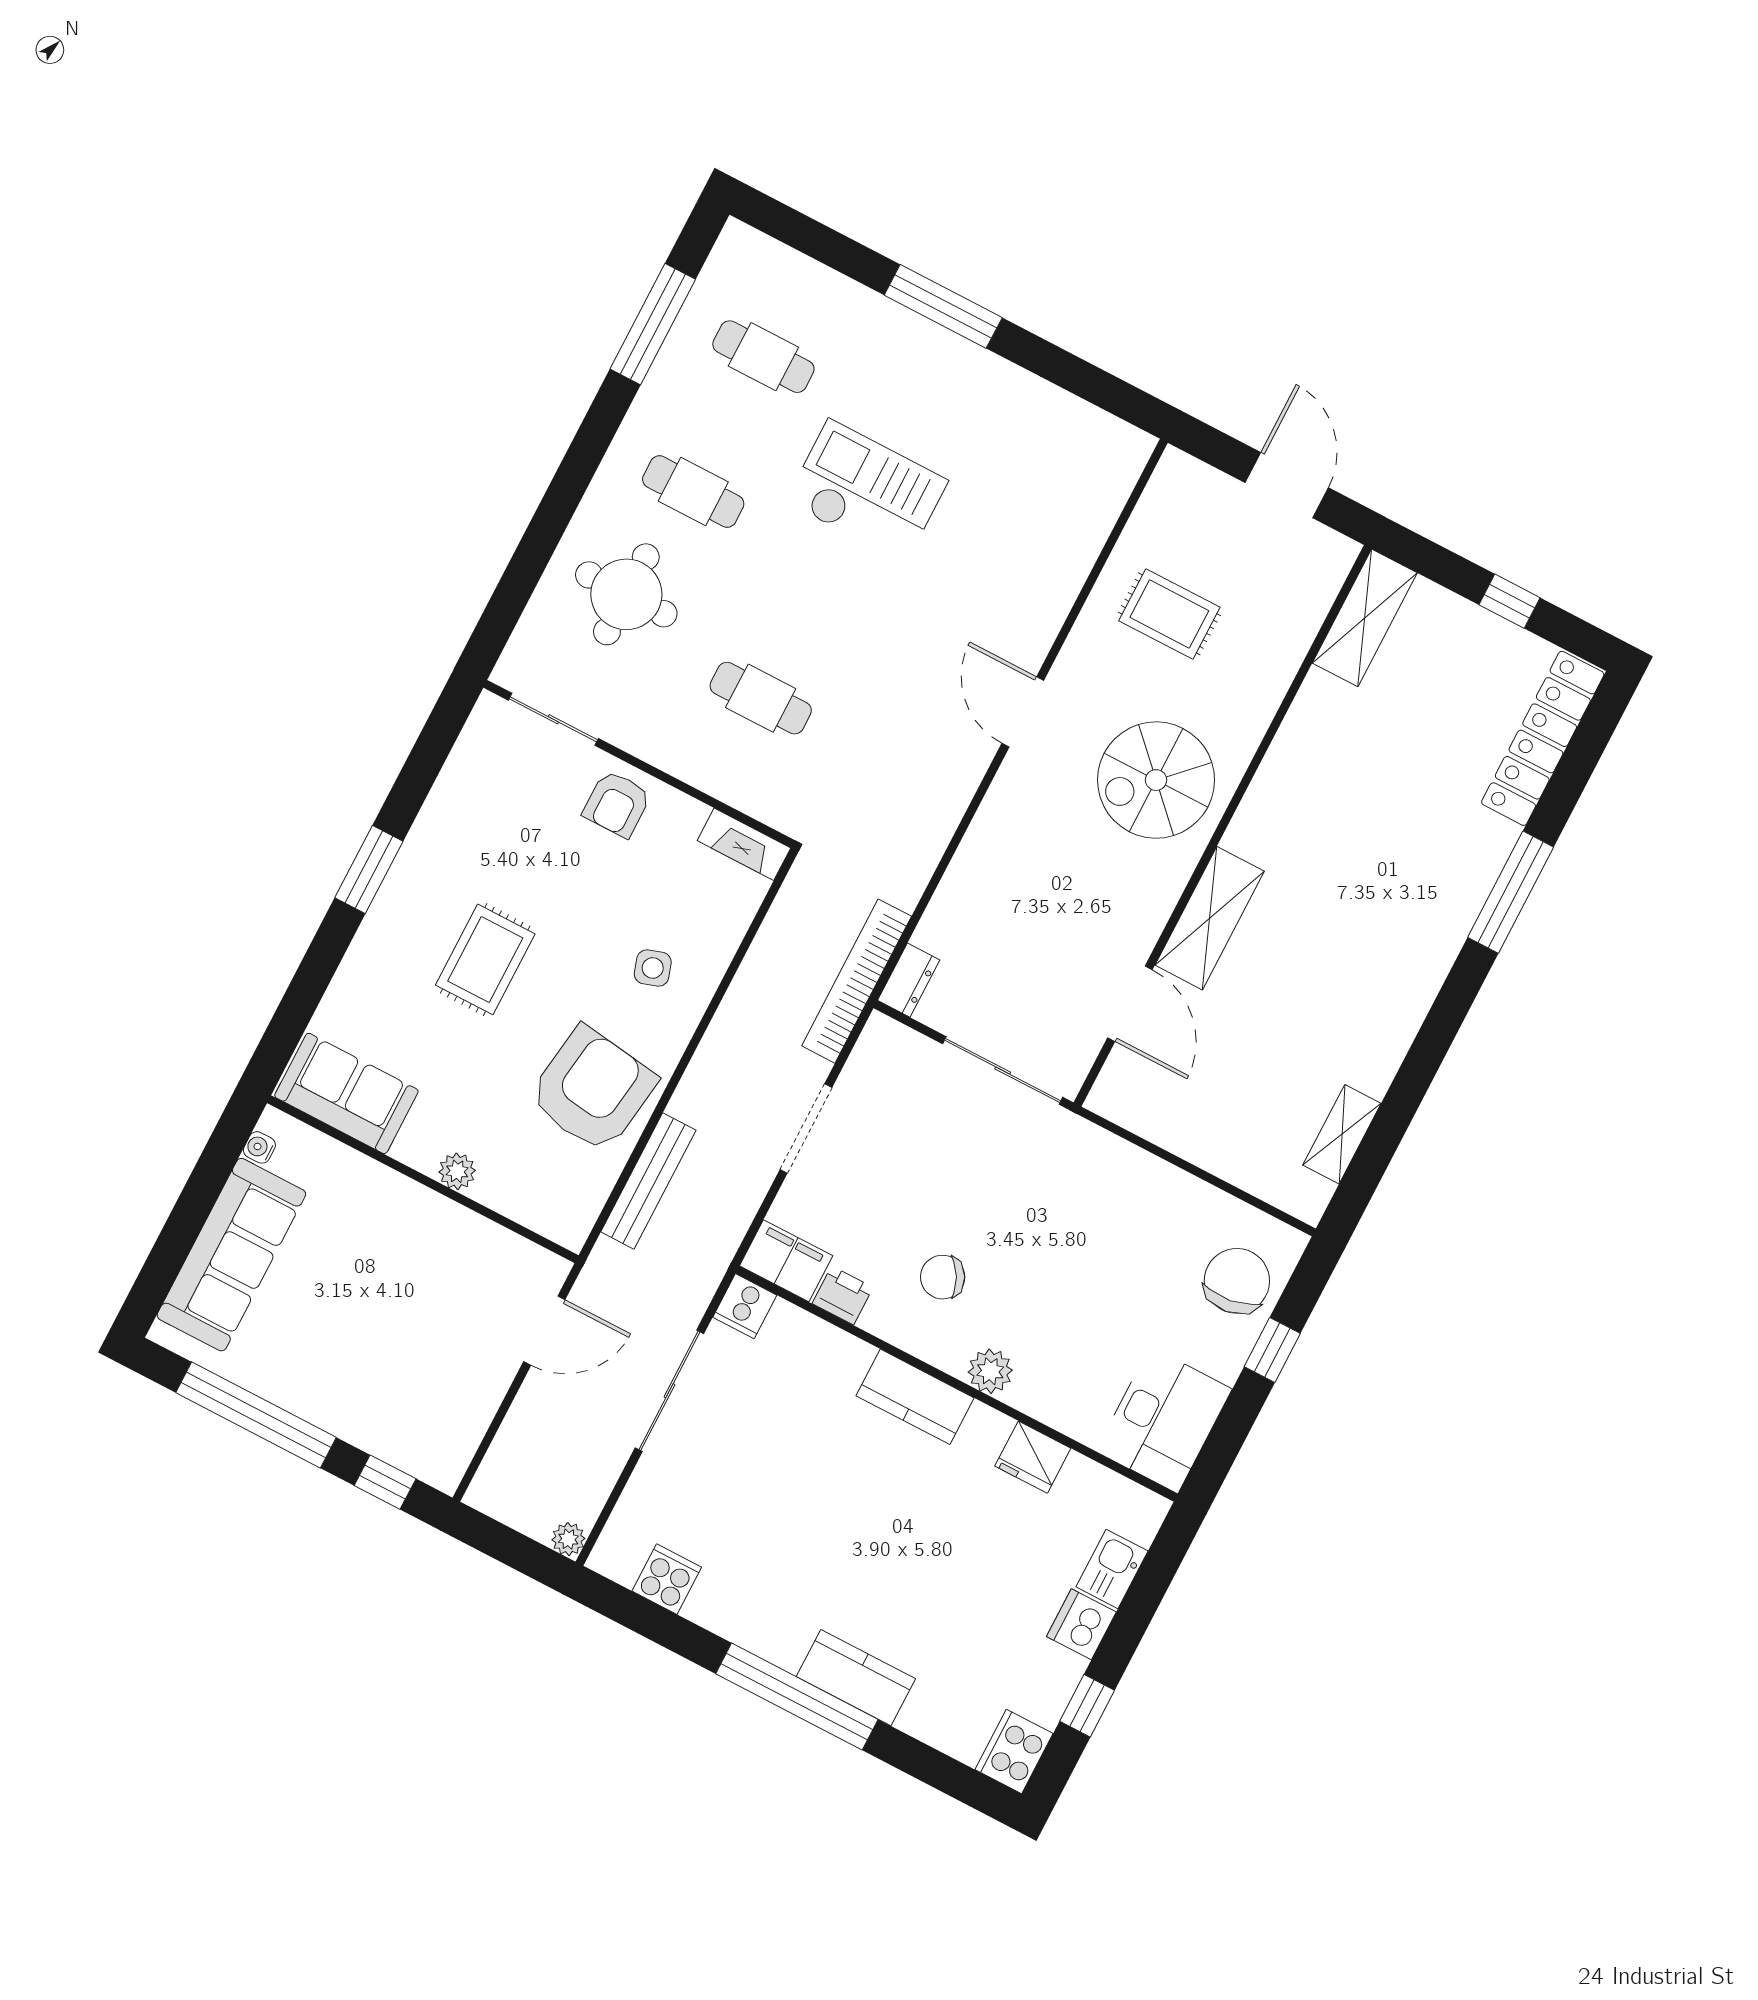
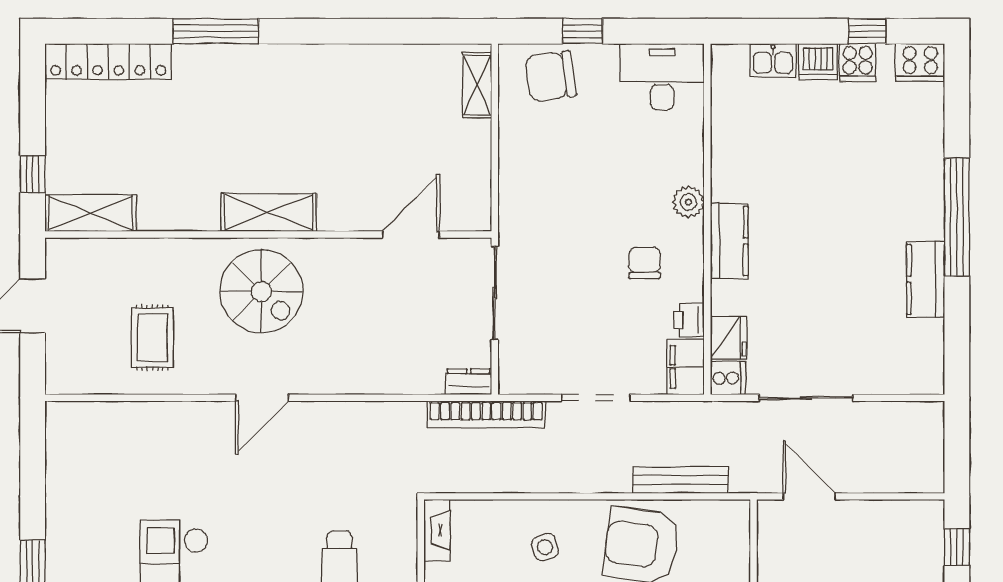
window: (1510, 601) -> (33, 174), moved
shelving: (1210, 918) -> (269, 212), moved
shelving: (1342, 1134) -> (477, 85), moved, turned 90
chair: (943, 1277) -> (645, 263), turned -152
fridge: (1033, 1457) -> (729, 338), moved
plant: (568, 1539) -> (933, 413), removed
cooker: (667, 1579) -> (858, 63), moved, turned -90
kitchen counter: (856, 1678) -> (926, 279), moved

